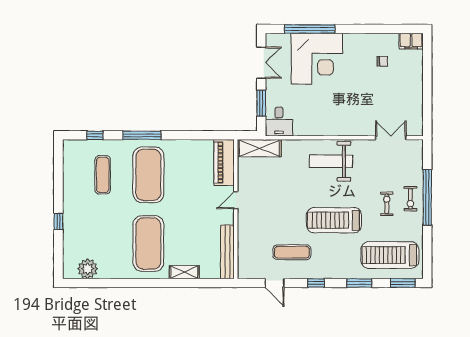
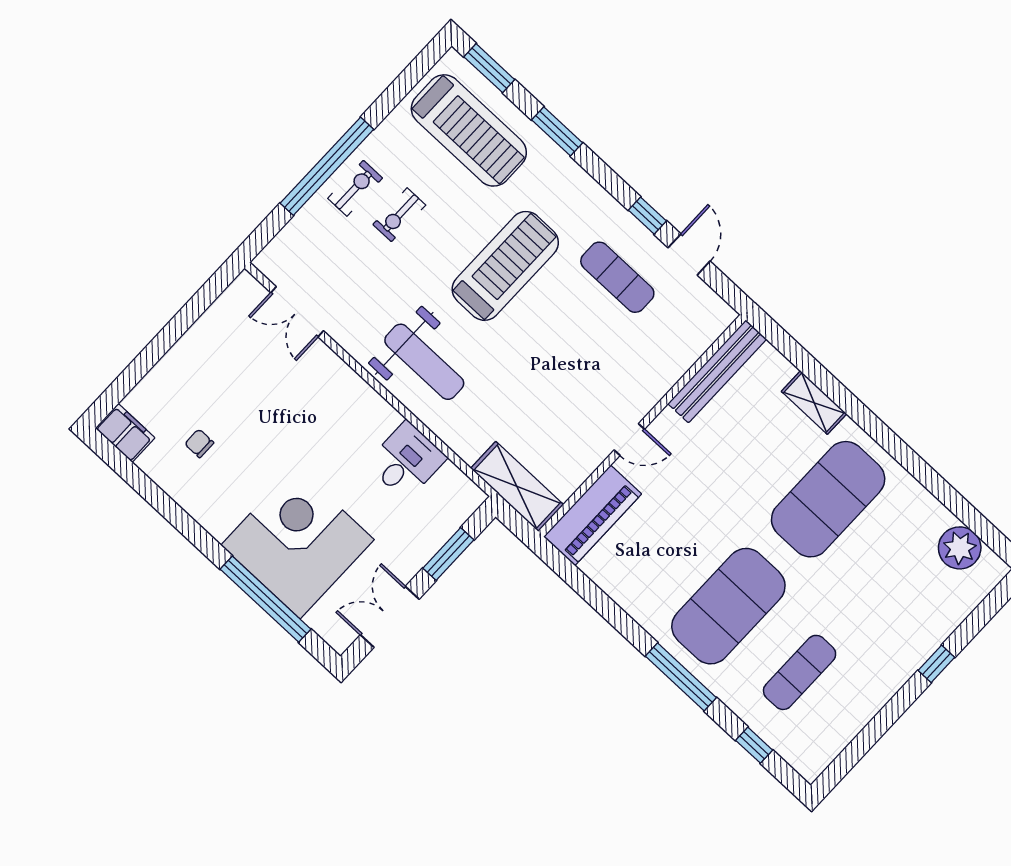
desk: (279, 122) -> (406, 461), moved
treadmill: (334, 220) -> (505, 266), turned -90
window: (316, 283) -> (647, 216), moved

